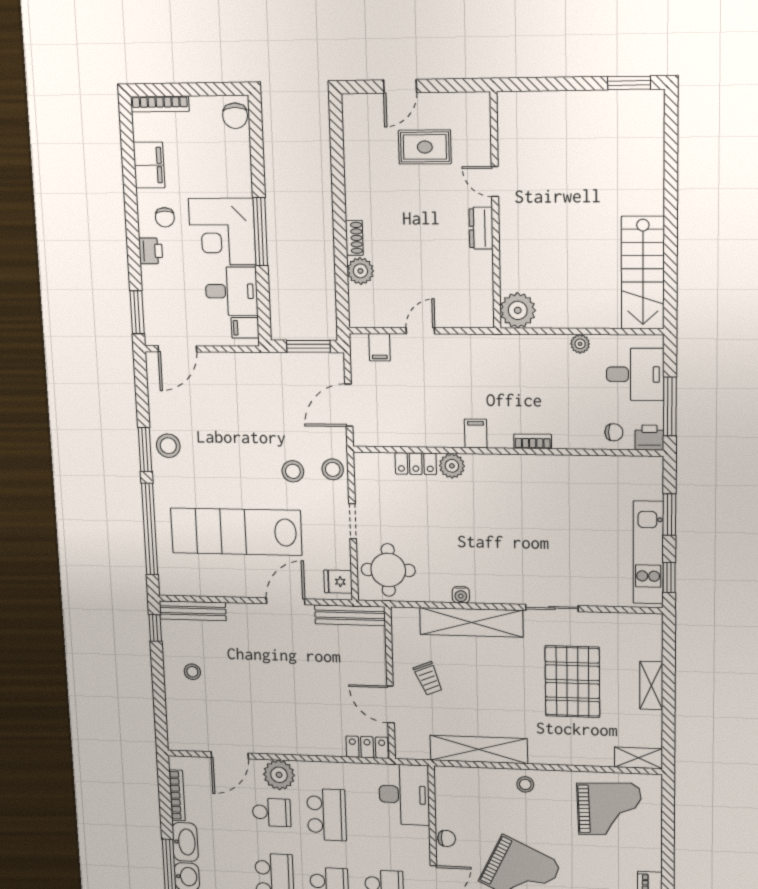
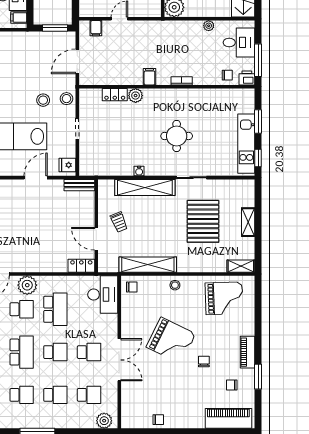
round table: (388, 570) -> (177, 136), moved
bench: (350, 615) -> (79, 185), width x0.73
chair: (447, 838) -> (132, 287), moved

